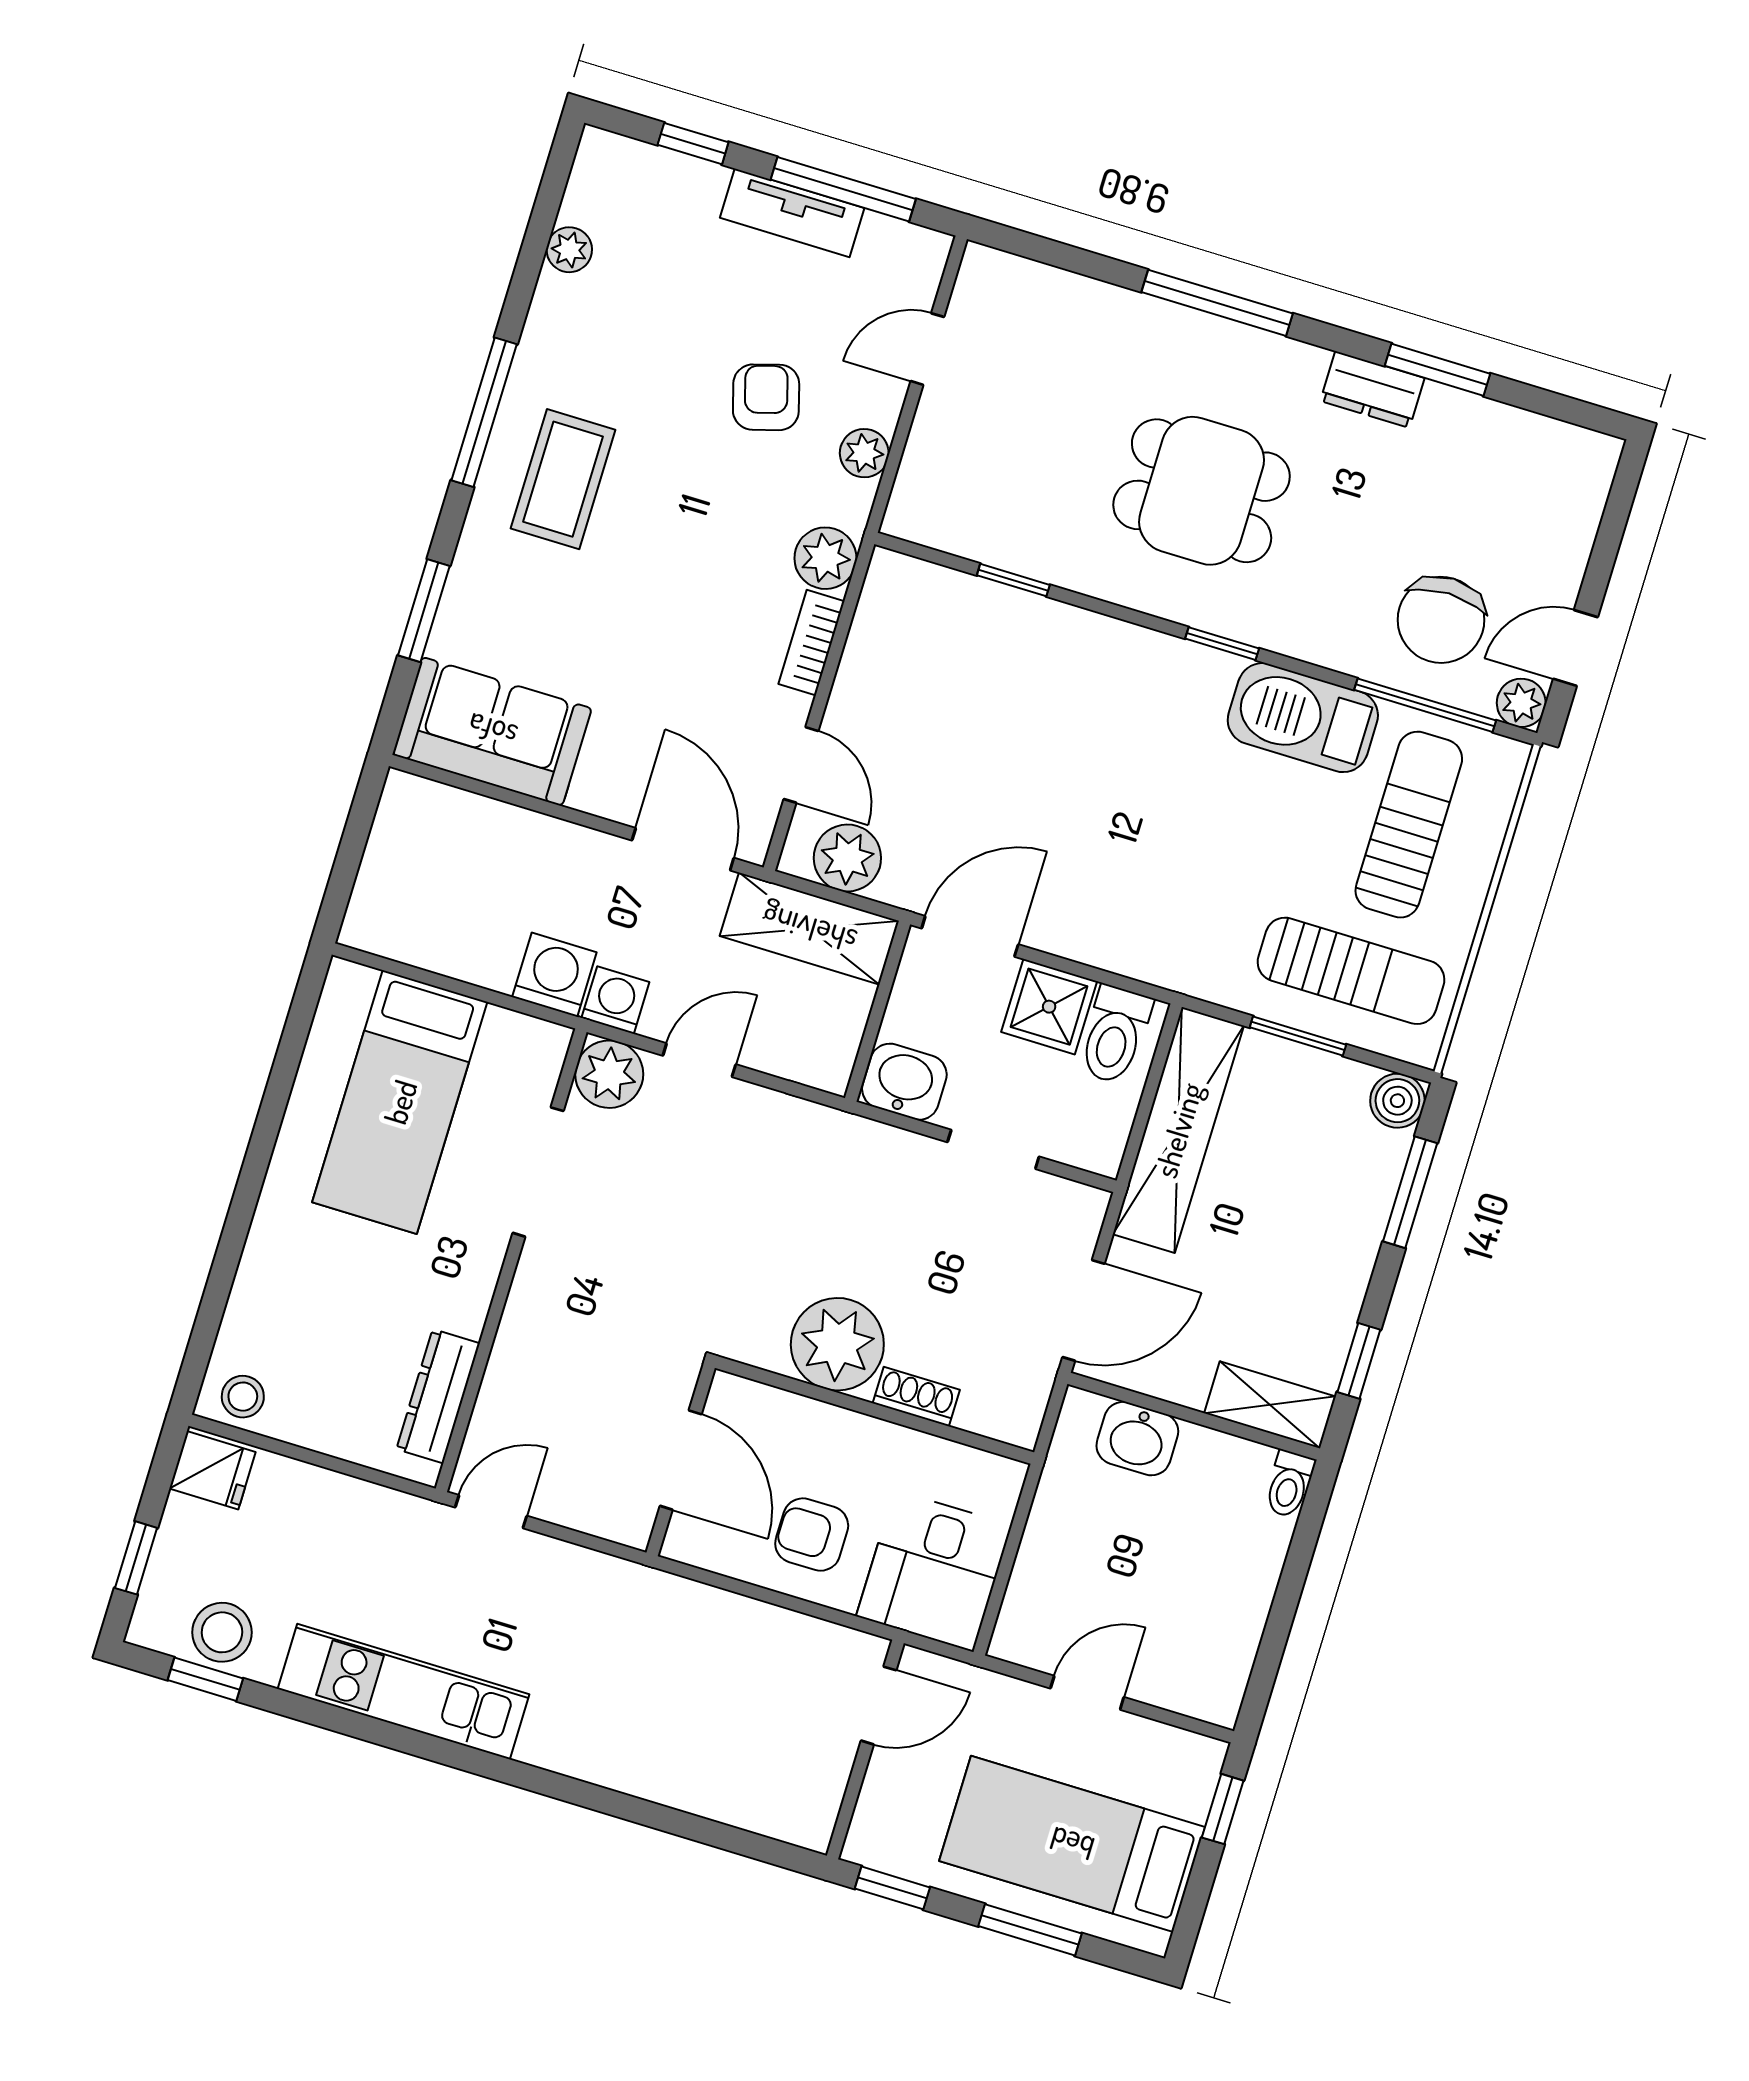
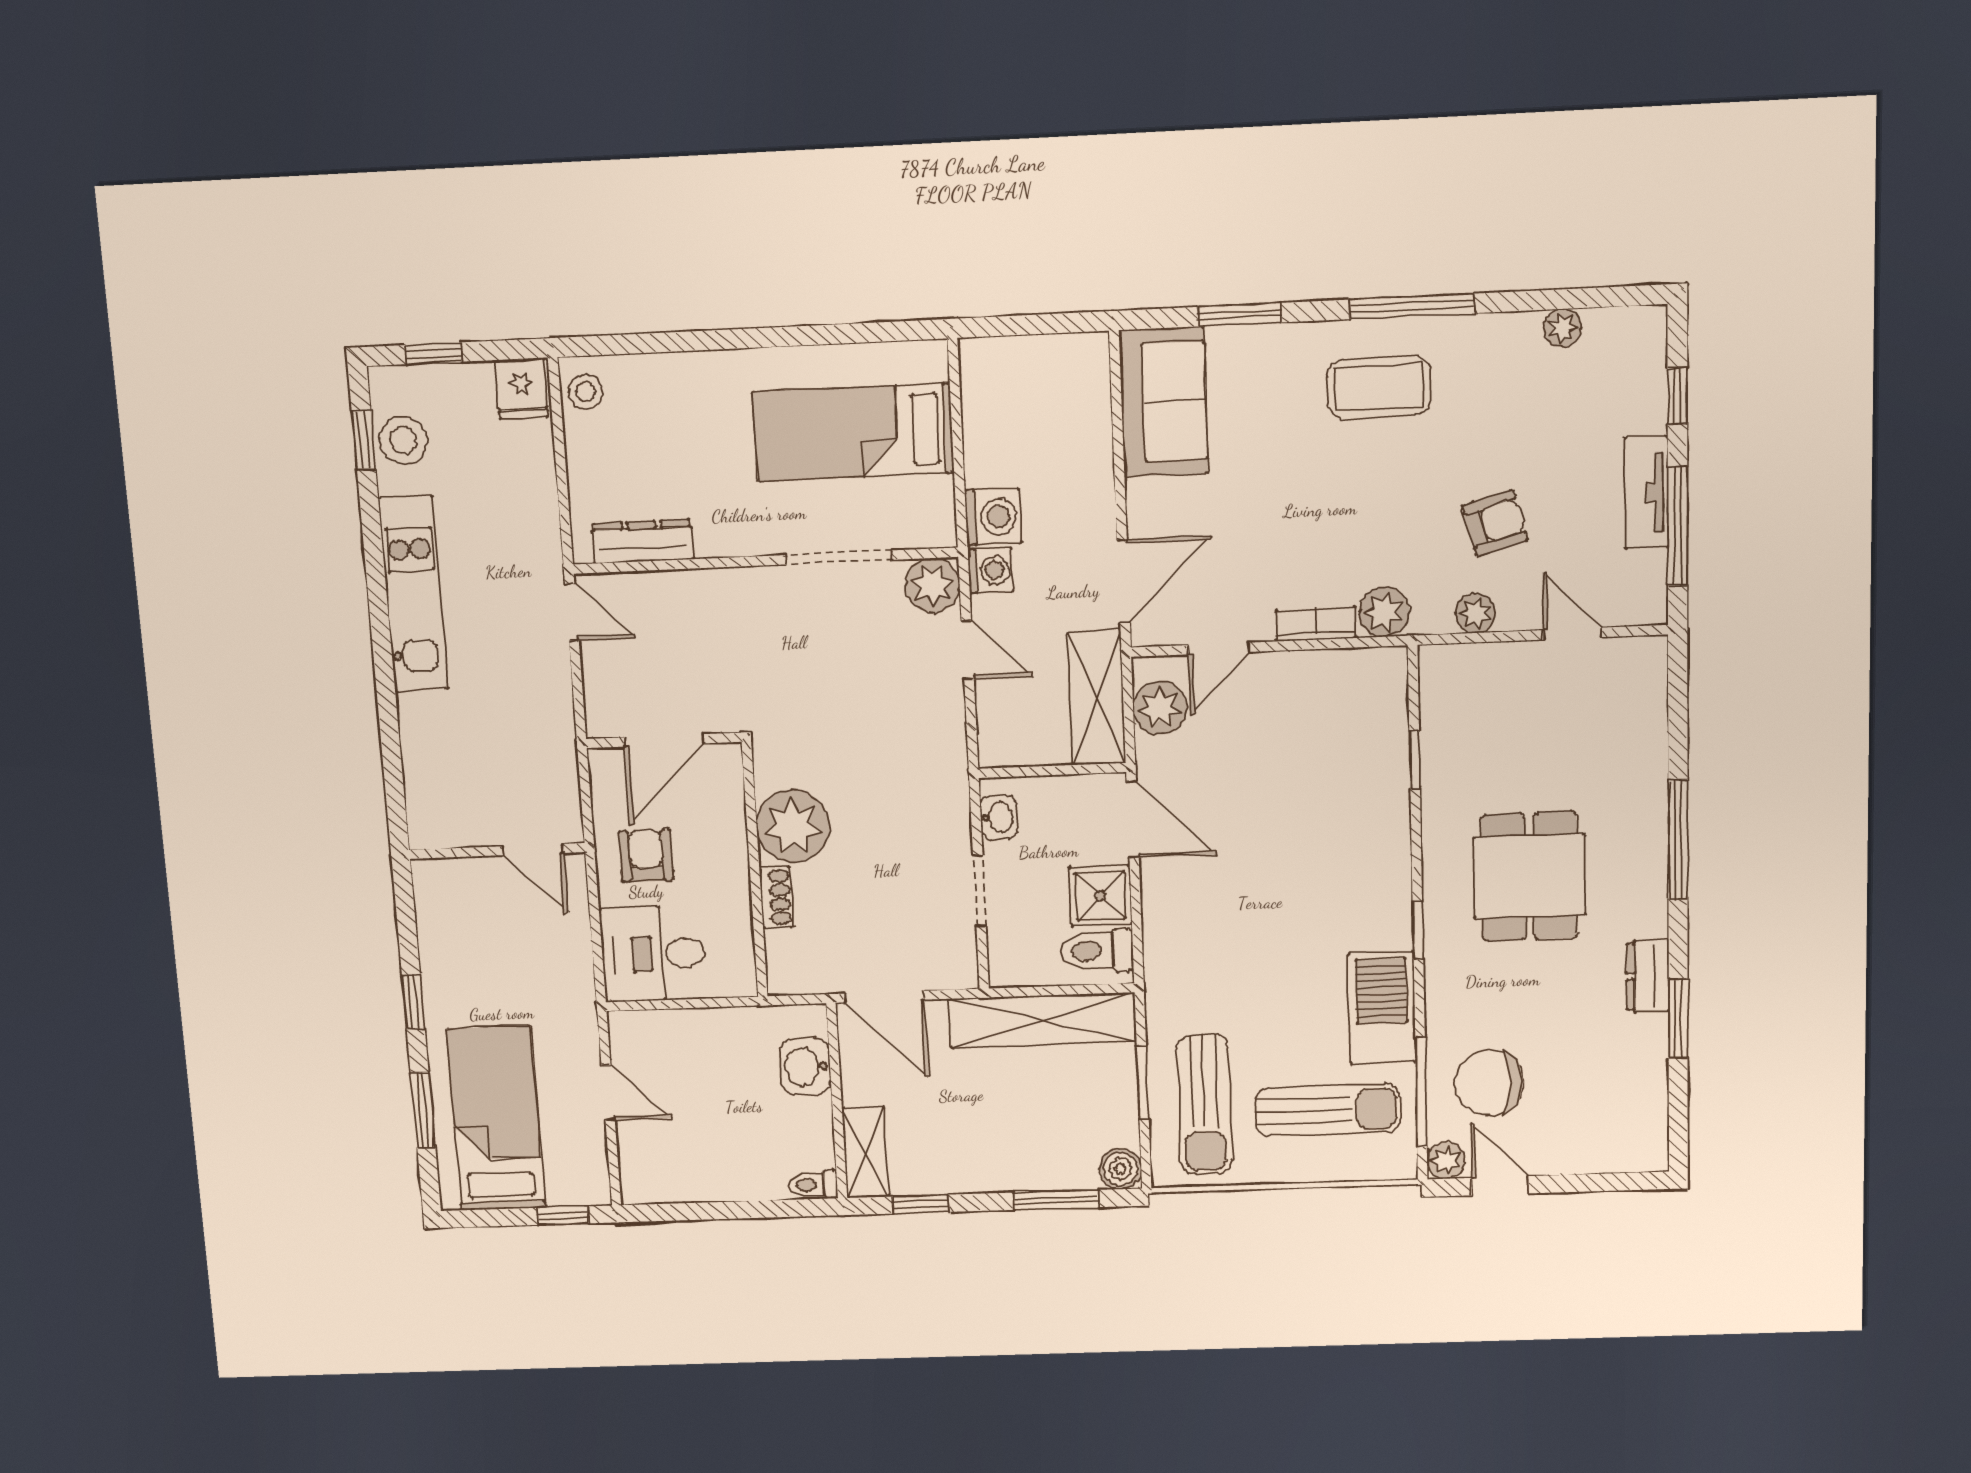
washbasin: (904, 1082) -> (999, 817), width x0.72, depth x0.69
door: (879, 1705) -> (533, 850), moved
wall: (865, 1750) -> (497, 851), moved

